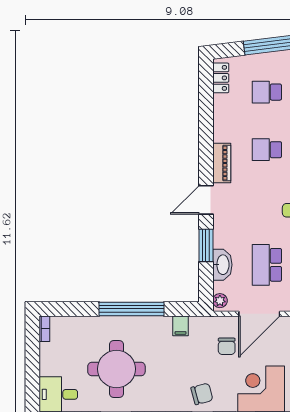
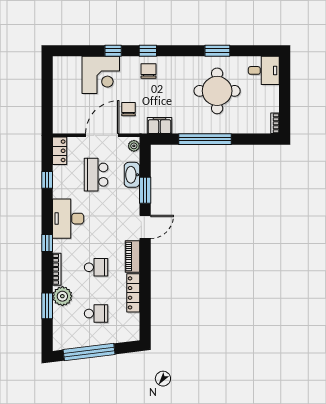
locker: (221, 78) -> (133, 293), moved, width x1.53
school desk: (267, 265) -> (96, 175), turned 180
filing cabinet: (181, 326) -> (159, 126), width x2.00
chair: (202, 394) -> (148, 71), turned 105

